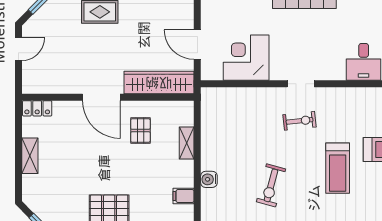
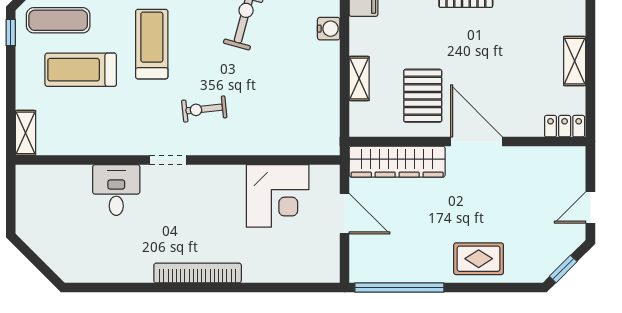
doorway: (301, 84) -> (168, 160), moved
pallet: (140, 131) -> (423, 96), width x1.50, depth x1.42

